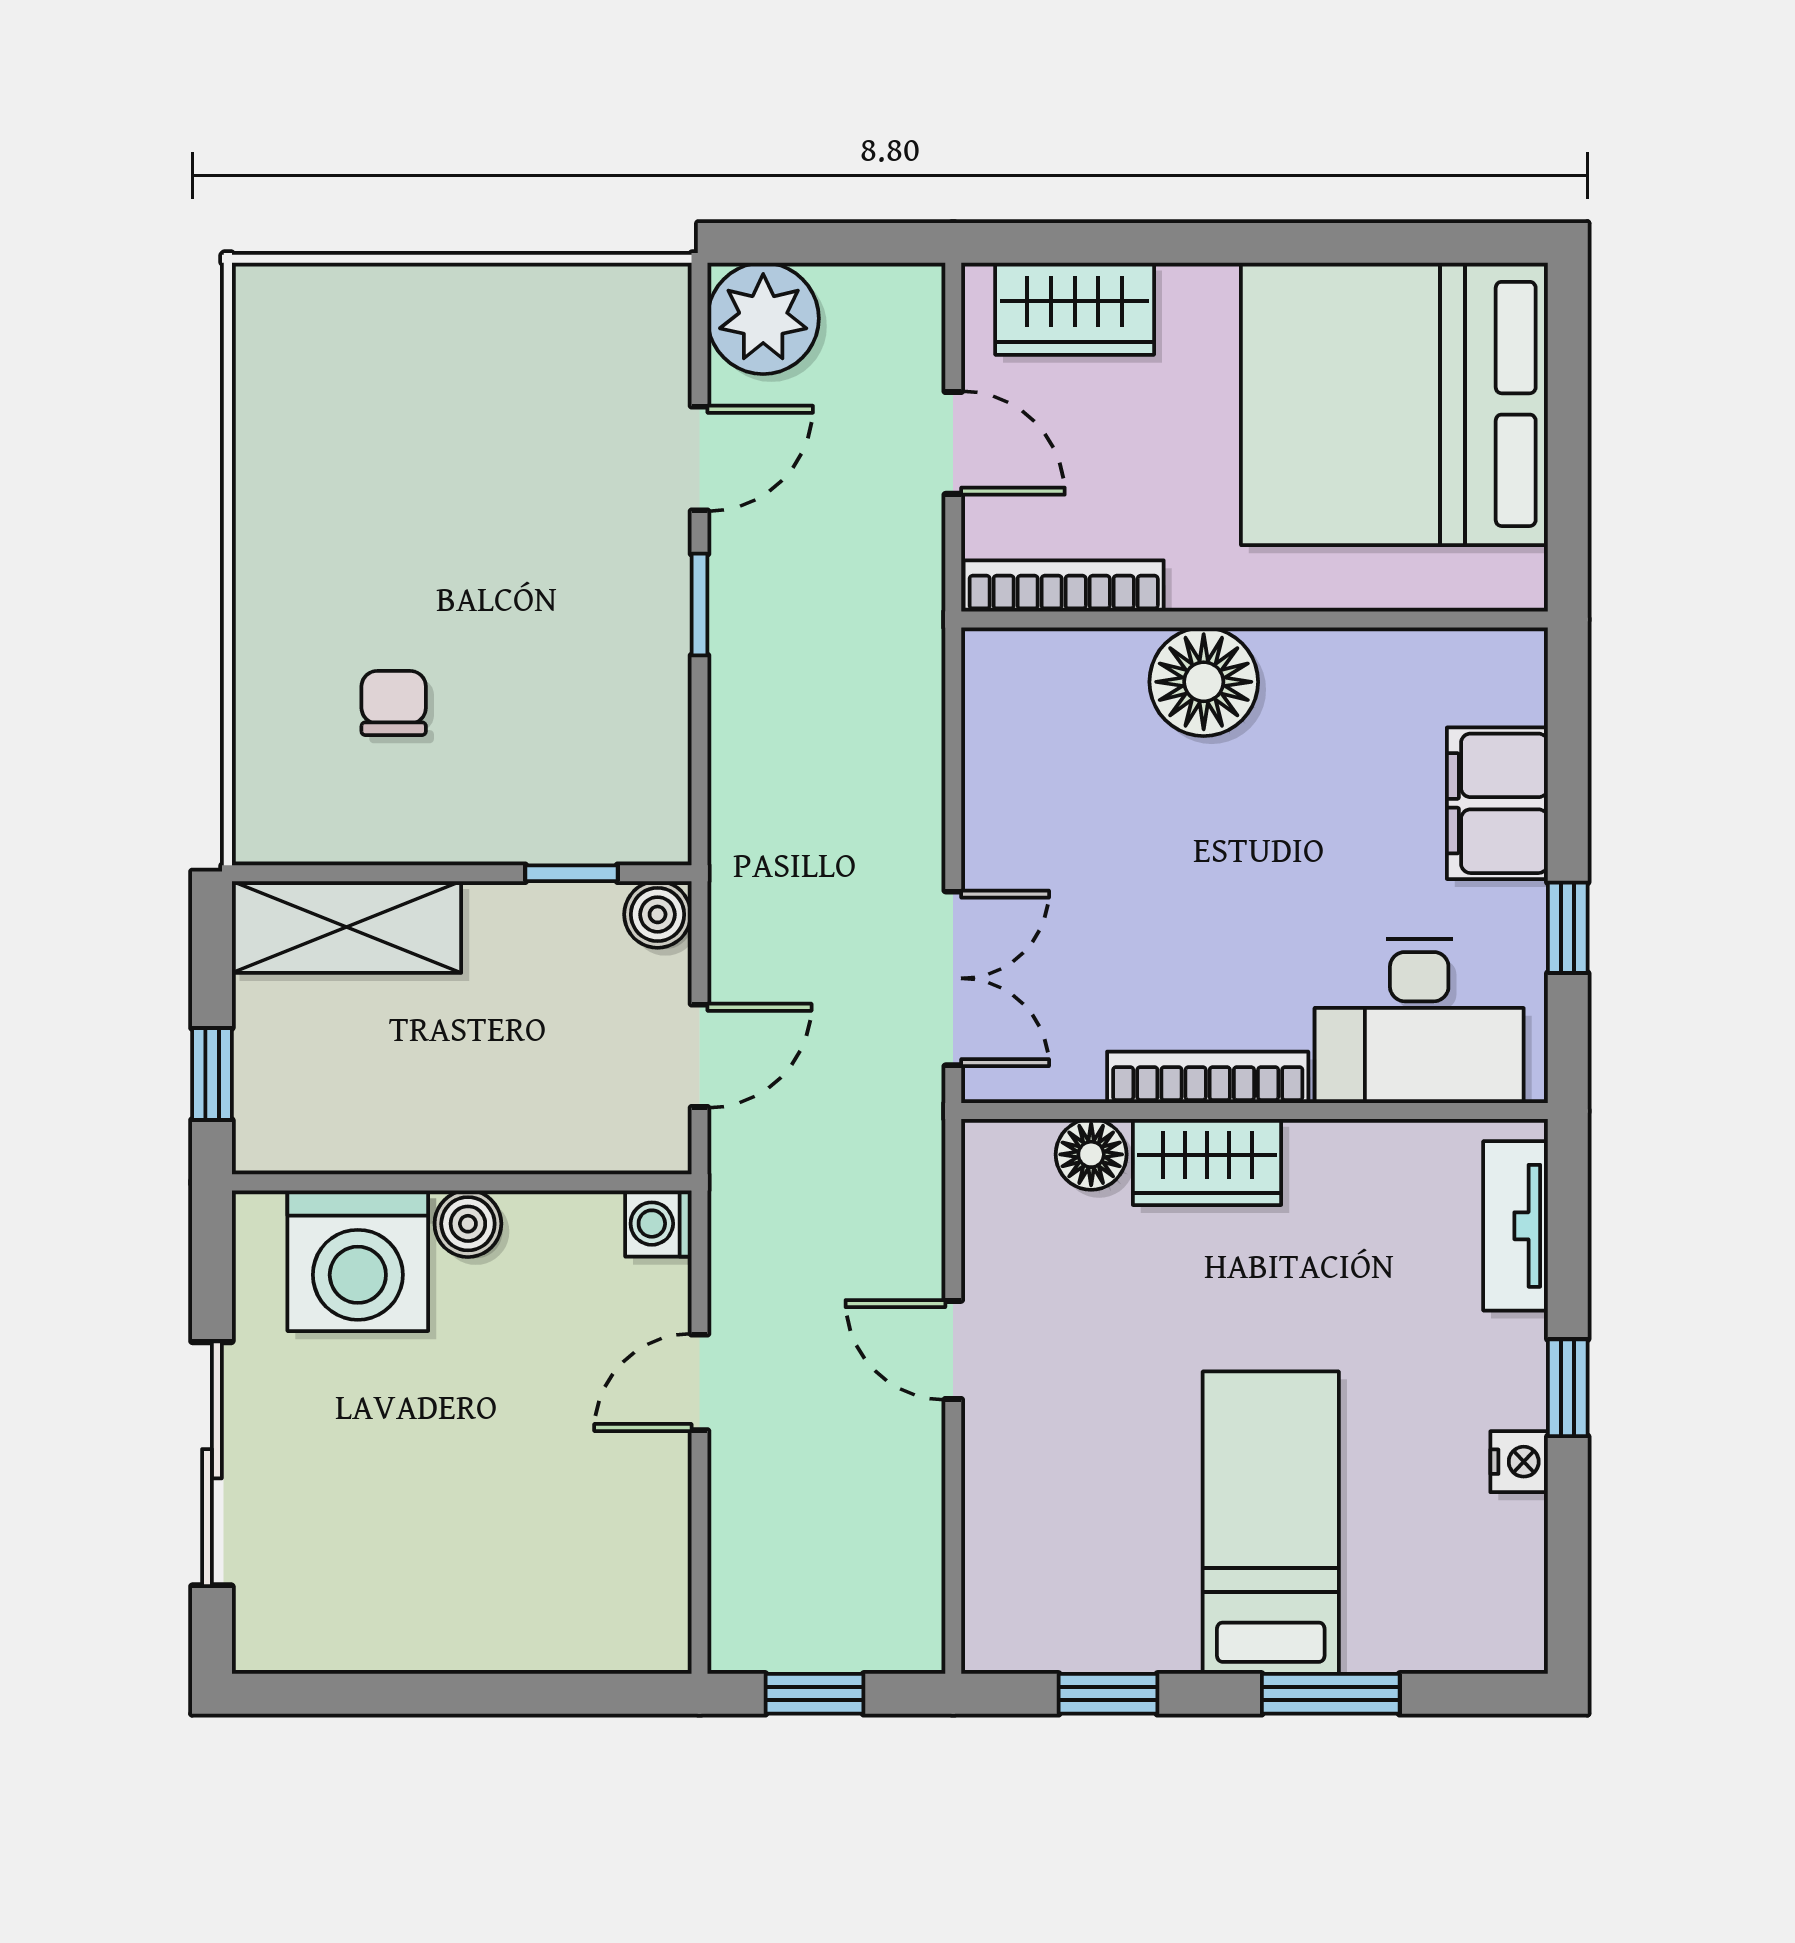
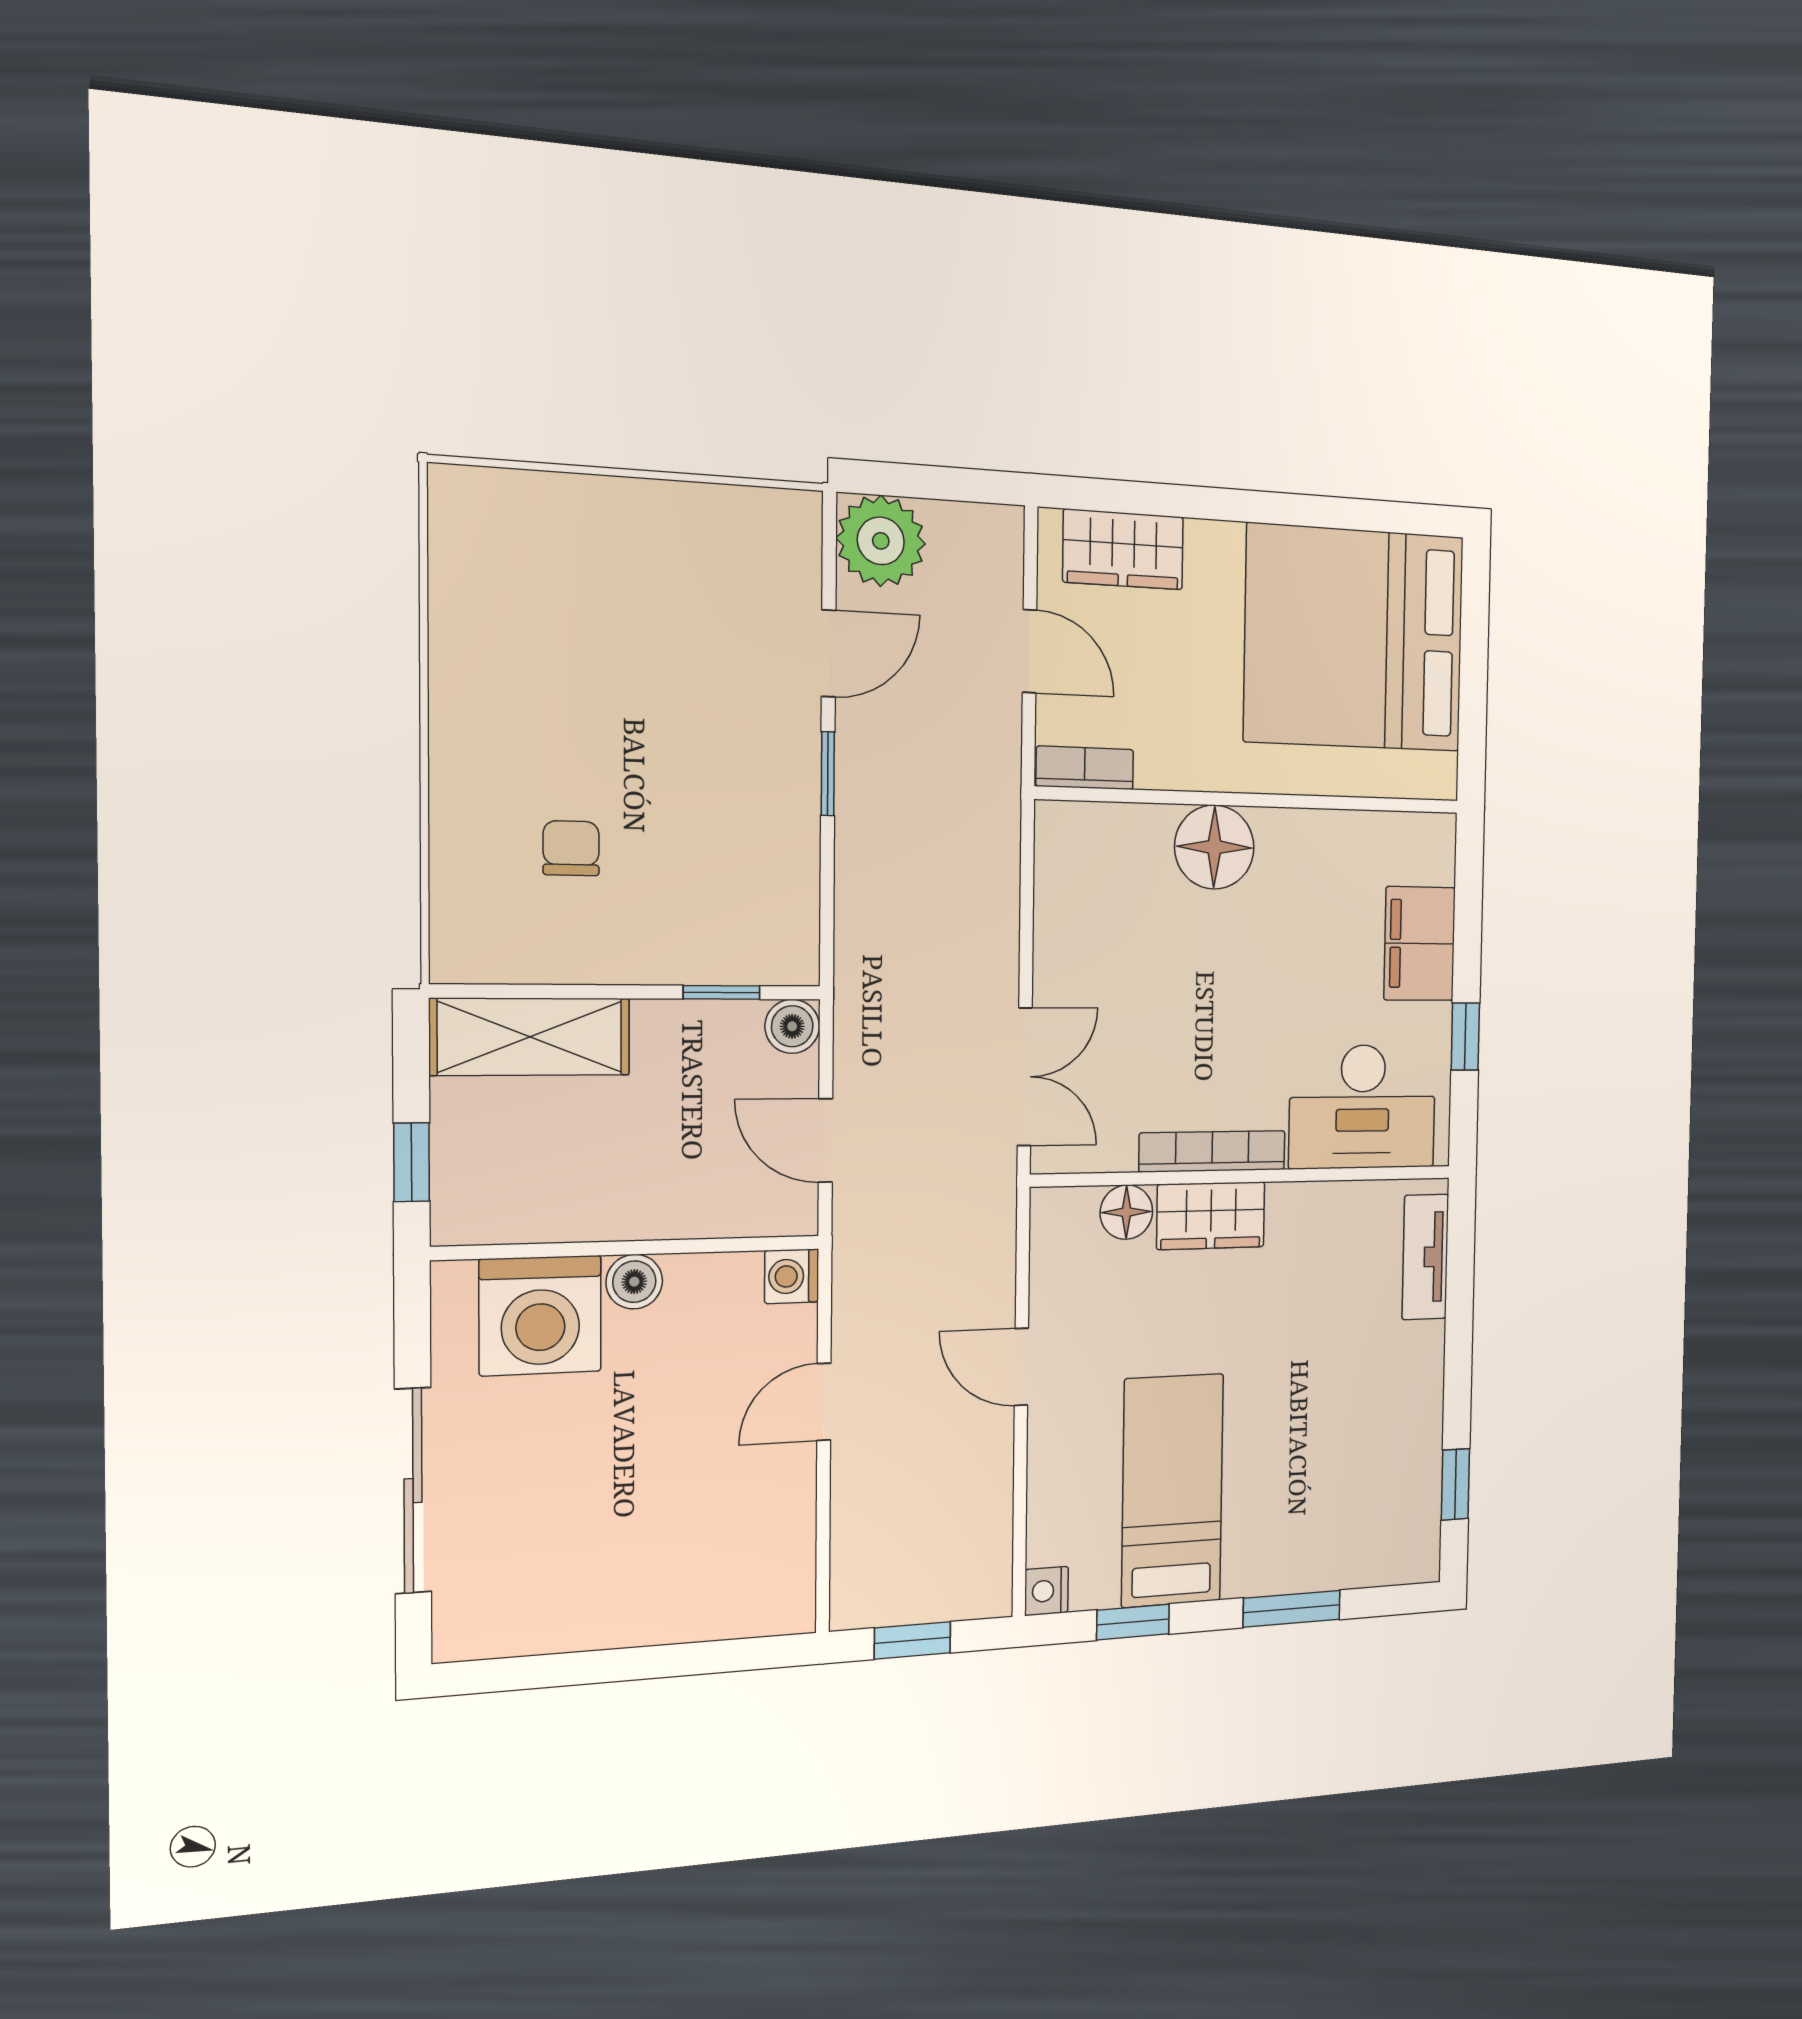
bookcase: (1064, 586) -> (1085, 768), width x0.64
door: (700, 1056) -> (826, 1140), swing flipped
window: (1568, 1388) -> (1455, 1484), moved
nightstand: (1519, 1462) -> (1046, 1591), moved, turned 180
bed: (1271, 1523) -> (1173, 1490), moved

